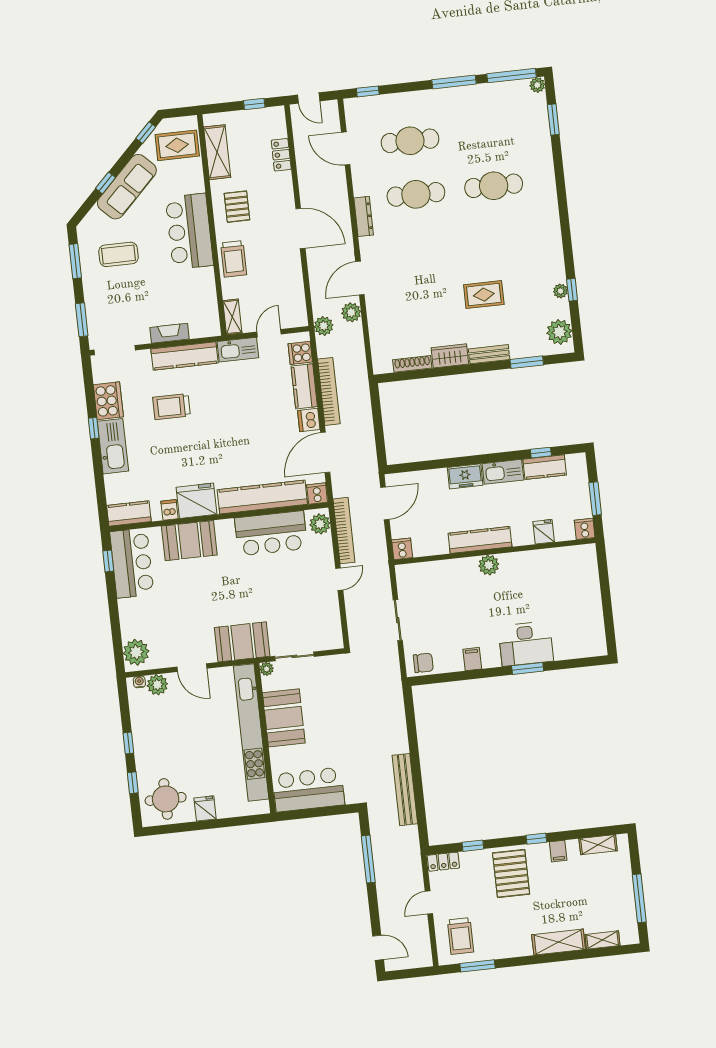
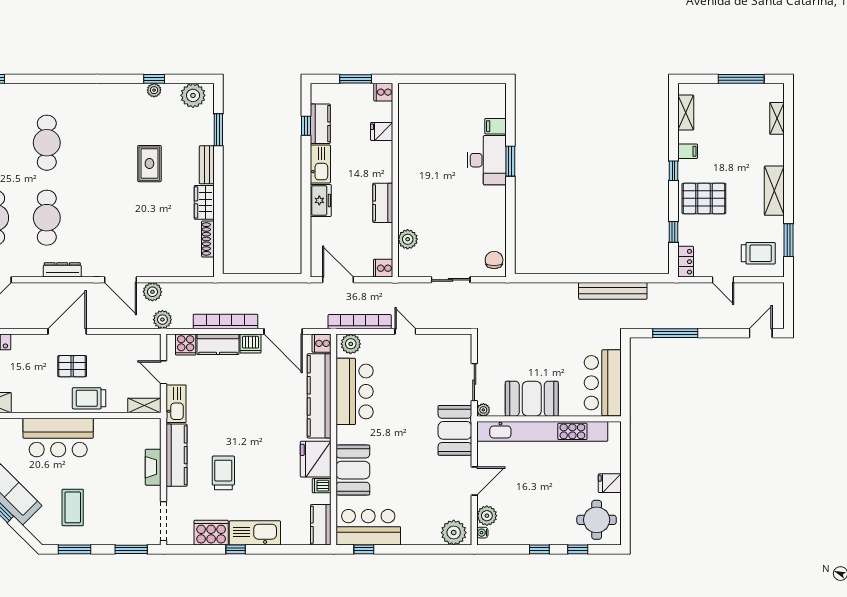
pallet: (237, 207) -> (72, 366), moved
trolley: (234, 259) -> (89, 398), turned 180
trolley: (172, 407) -> (223, 473), turned 180
kitchen counter: (480, 540) -> (383, 203), width x0.67
plant: (489, 565) -> (408, 239), moved
filing cabinet: (472, 659) -> (496, 126), moved
shelving: (559, 942) -> (774, 191), moved

